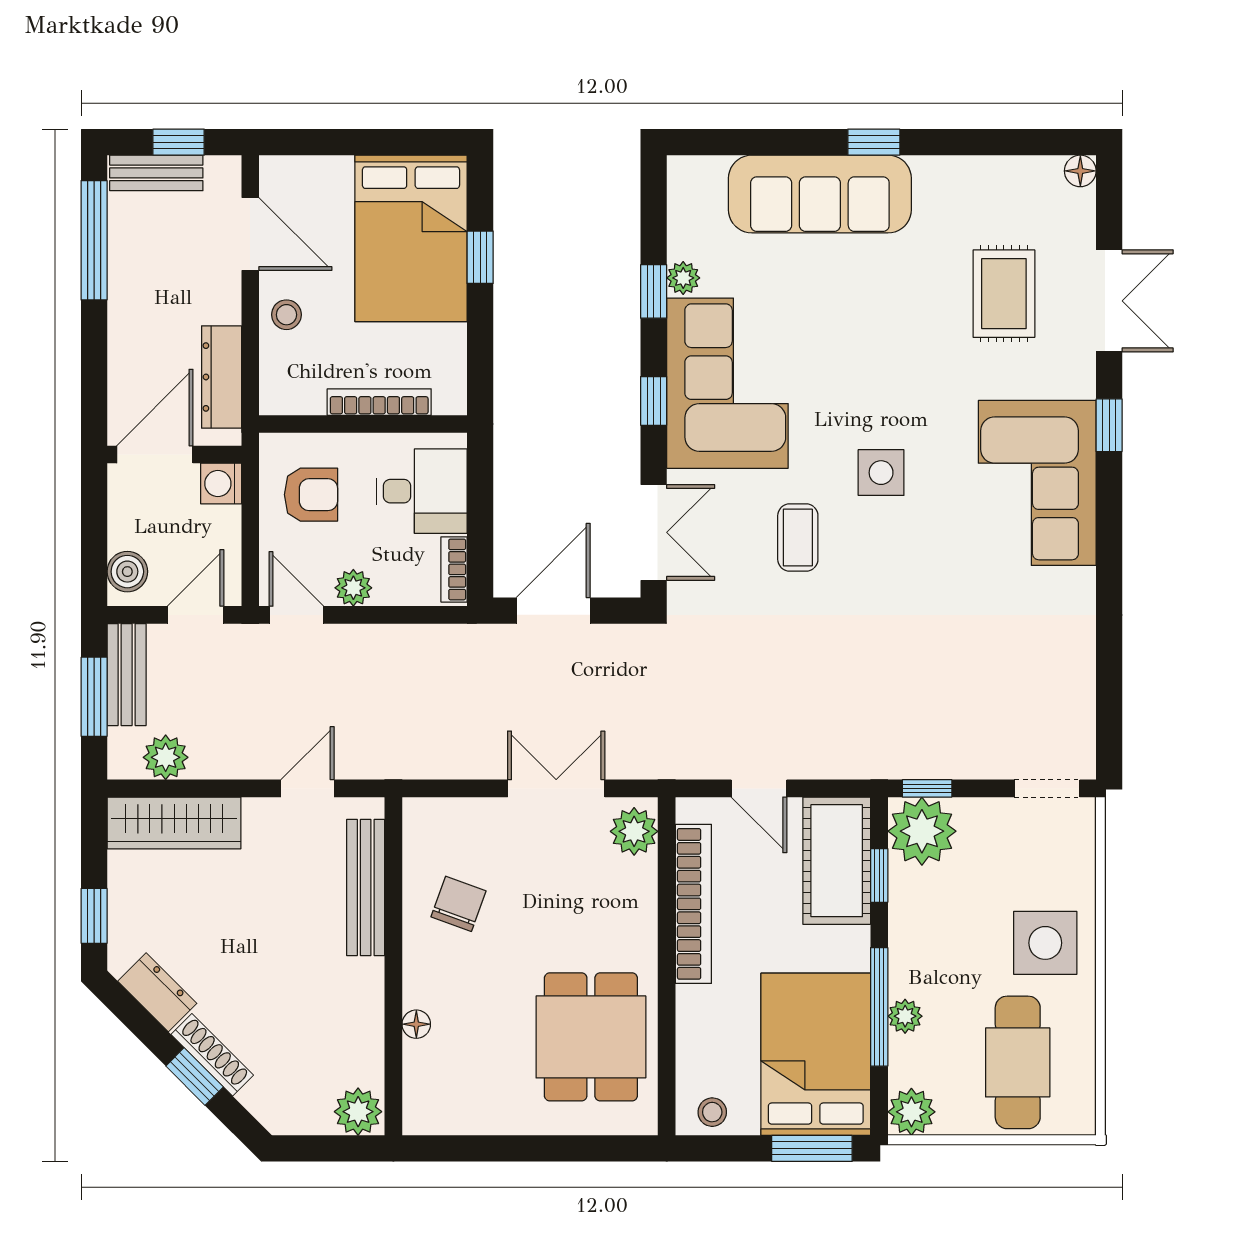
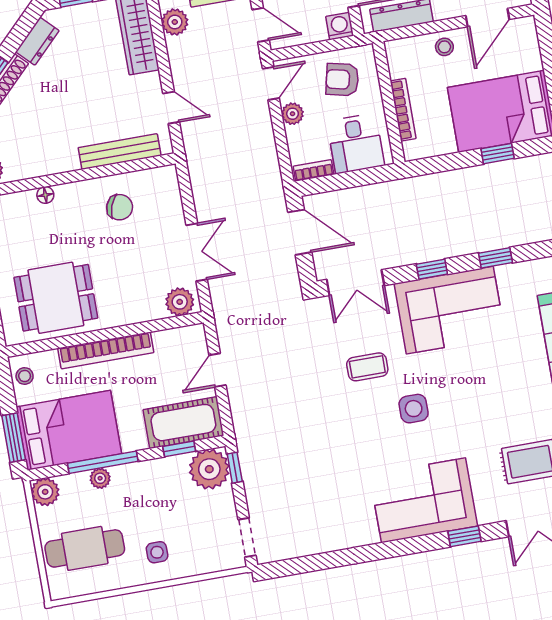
plant: (683, 278) -> (506, 274), removed
armchair: (311, 495) -> (342, 80), turned 103
bookcase: (693, 904) -> (106, 350), moved
side table: (1045, 943) -> (157, 552), width x0.54, depth x0.54

